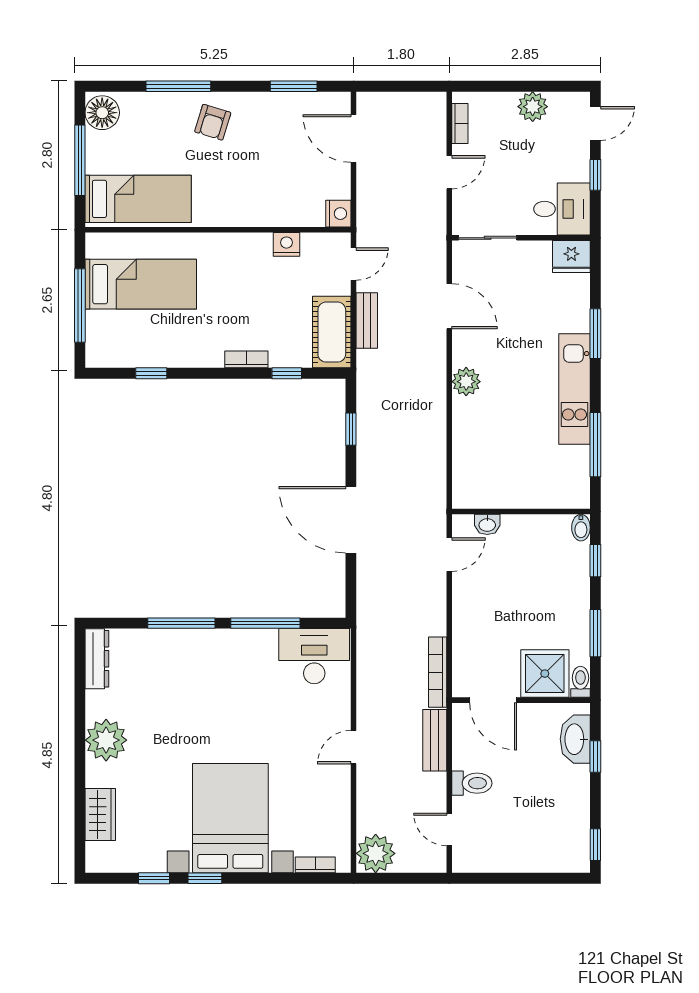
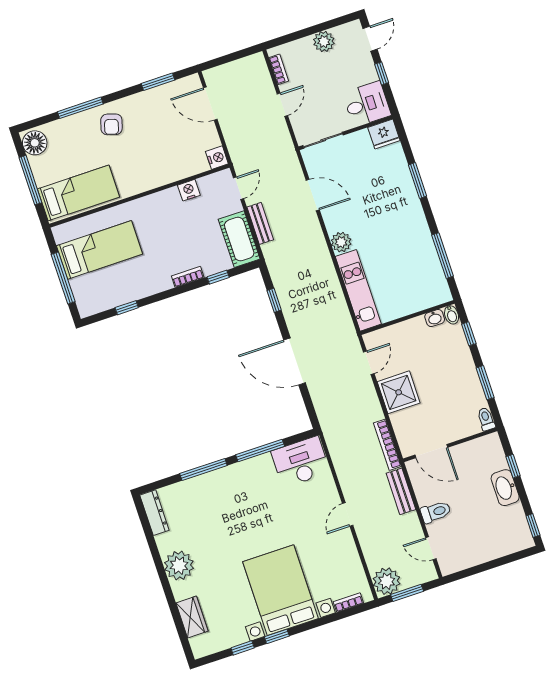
kitchen unit: (574, 389) -> (358, 290), moved, turned 180
washbasin: (487, 524) -> (435, 318), moved
shower: (545, 674) -> (399, 392), moved
washbasin: (575, 739) -> (505, 488), moved
window: (398, 878) -> (407, 593), added

